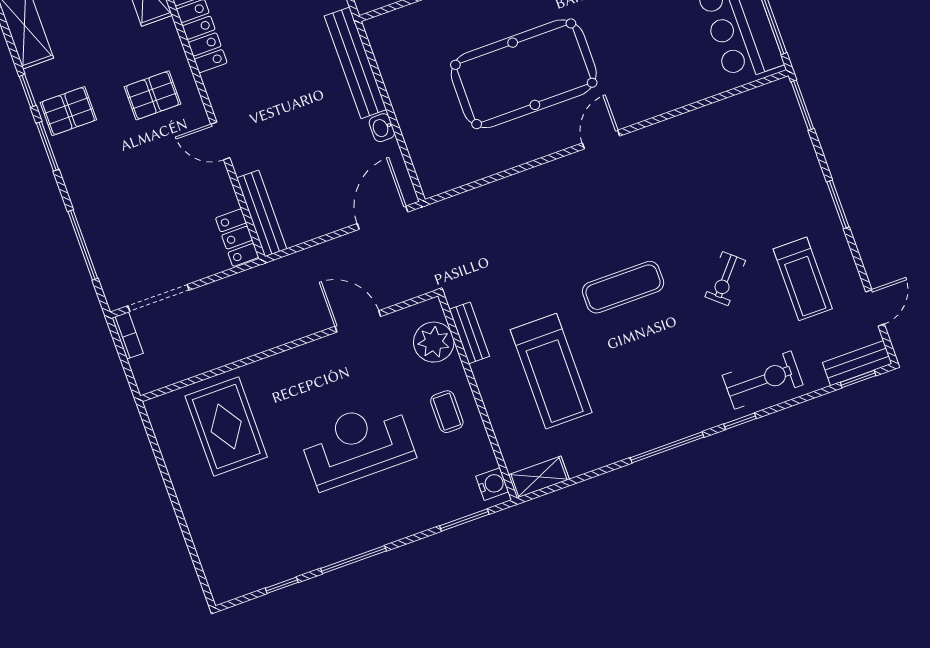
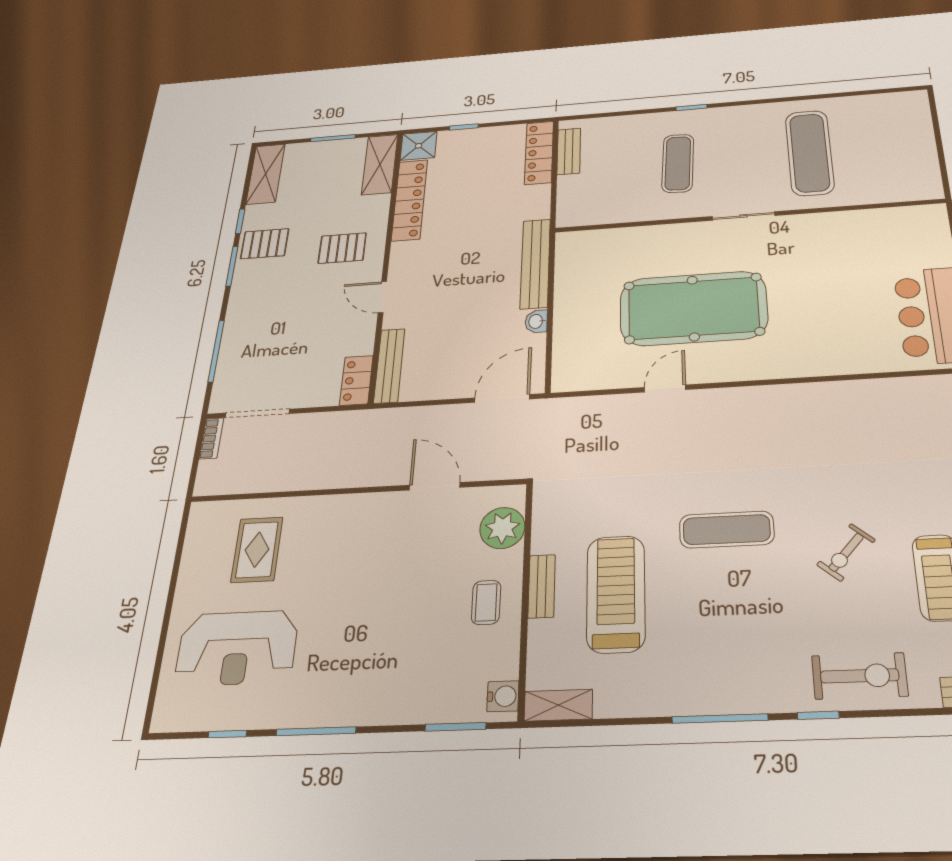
door: (601, 139) -> (665, 388), moved
bench: (469, 333) -> (542, 586), moved
treadmill: (551, 371) -> (616, 594), turned 180
rug: (226, 427) -> (257, 550), width x0.73, depth x0.70
reception desk: (357, 445) -> (237, 648), moved, turned 180

